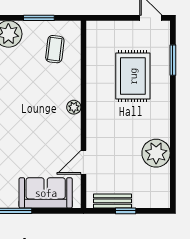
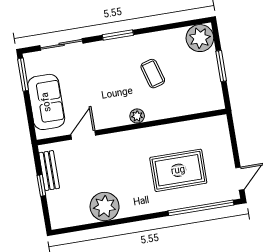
coffee table: (55, 49) -> (153, 74), moved, turned 67
window: (173, 60) -> (201, 208), width x2.11
door: (83, 162) -> (83, 135), hinge flipped

